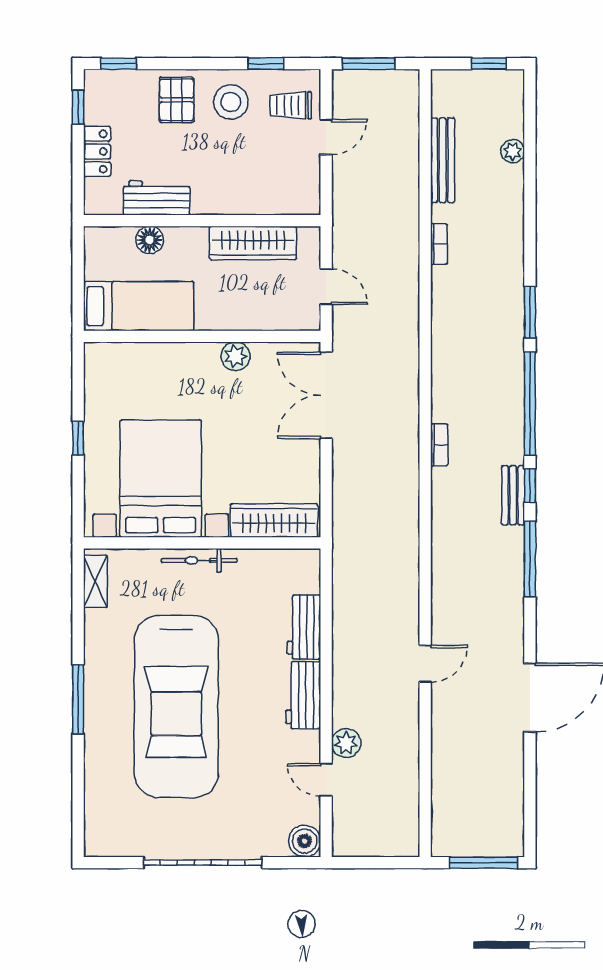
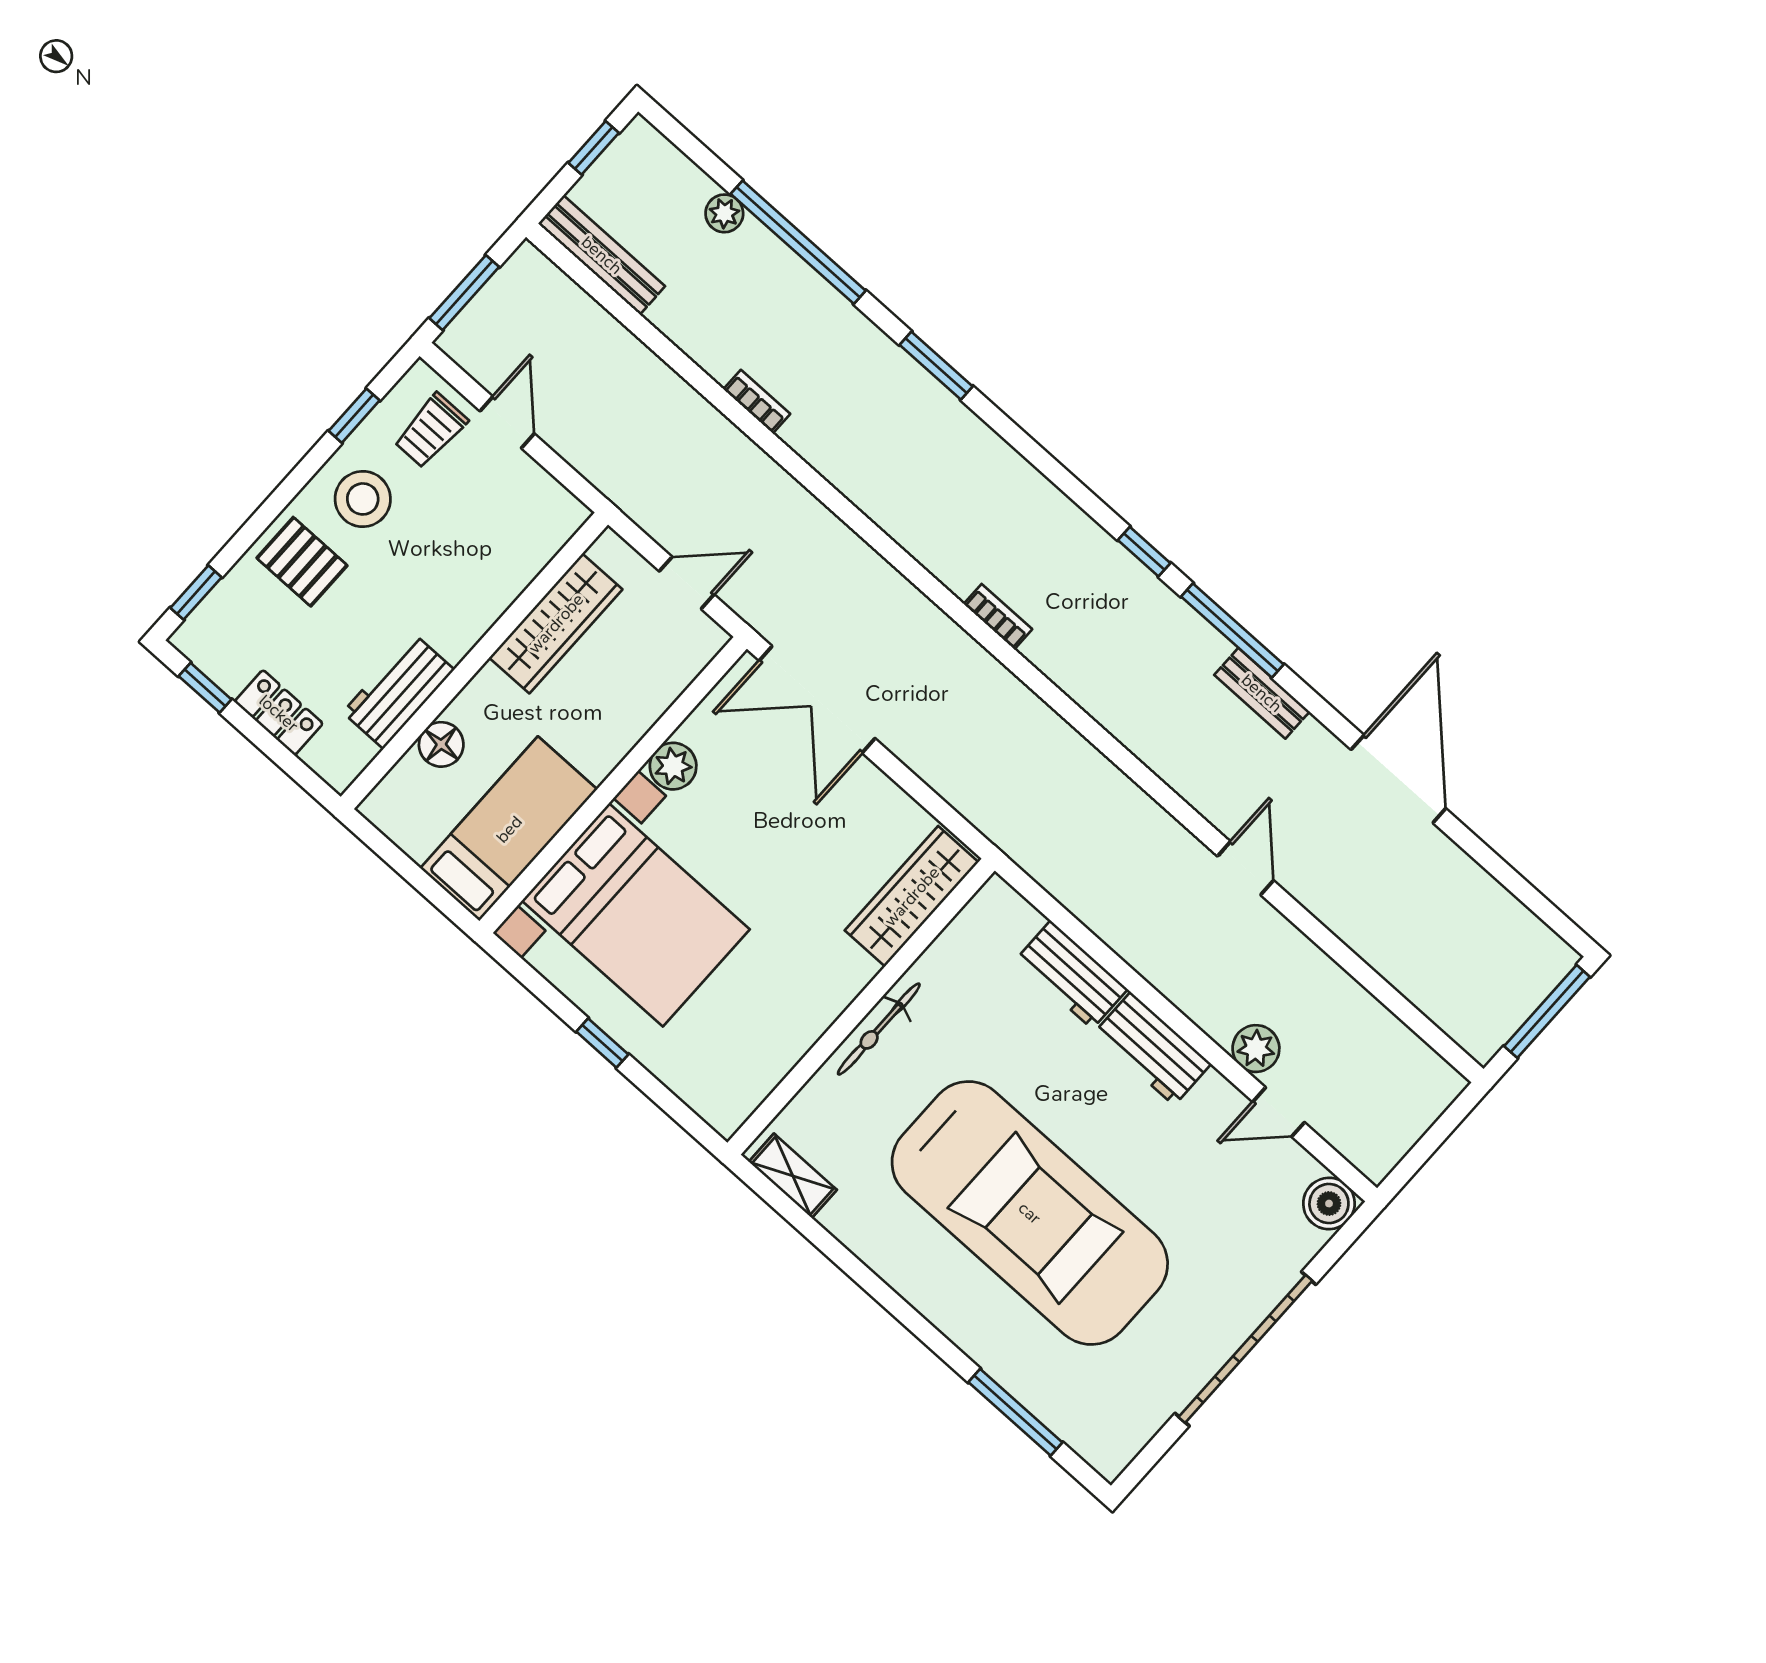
bench: (443, 160) -> (602, 255), moved
window: (530, 404) -> (798, 242), moved
bed with nightstands: (161, 479) -> (636, 915), moved, turned 180
bench: (513, 495) -> (1262, 693), moved
window: (78, 699) -> (1015, 1412), moved

